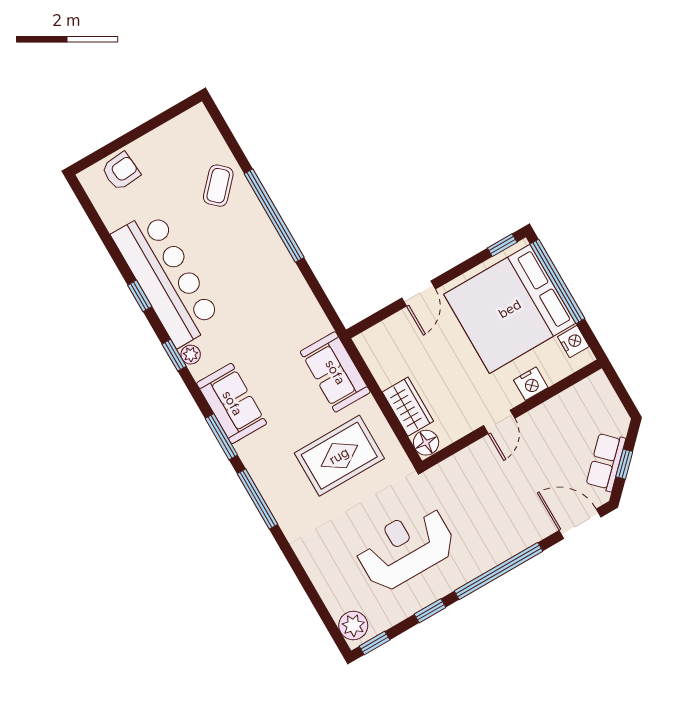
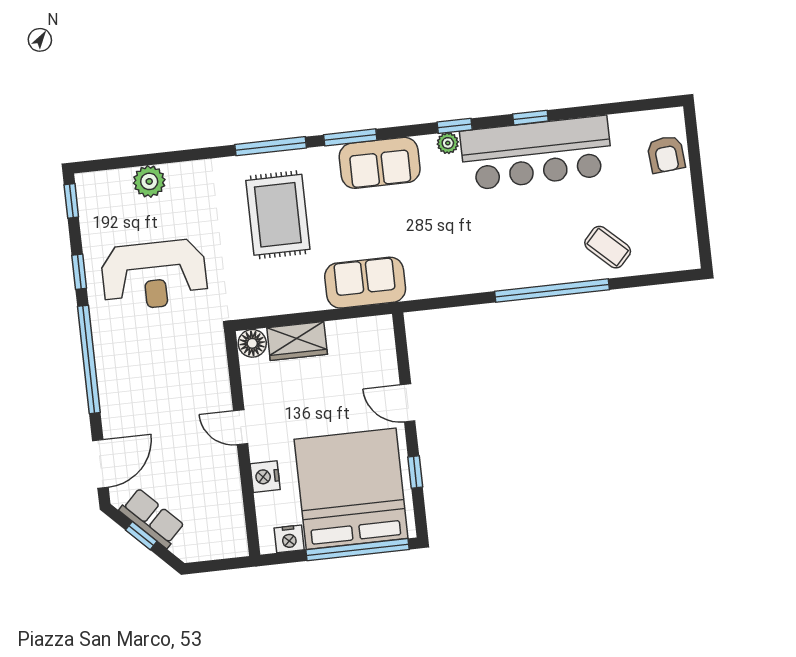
window: (502, 245) -> (415, 472), moved
rug: (339, 456) -> (278, 215), moved
reception desk: (405, 548) -> (154, 275), turned 90
plant: (353, 626) -> (149, 181), moved

